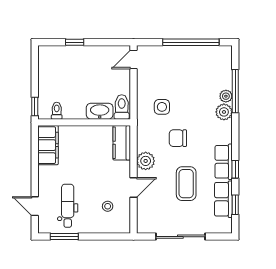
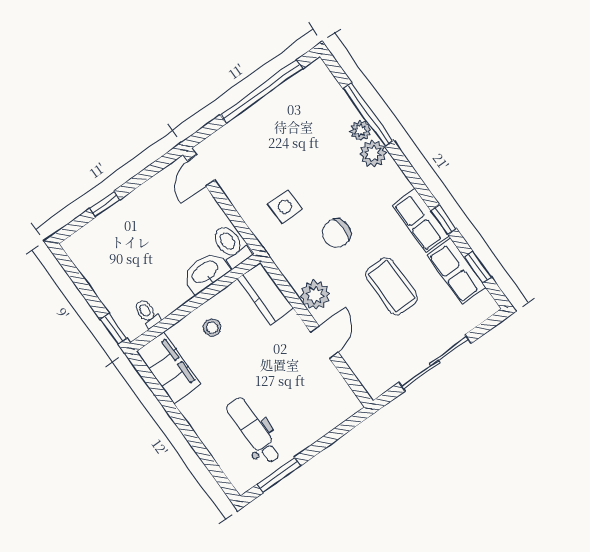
door: (35, 206) -> (210, 463), removed
stool: (108, 206) -> (212, 328), moved

